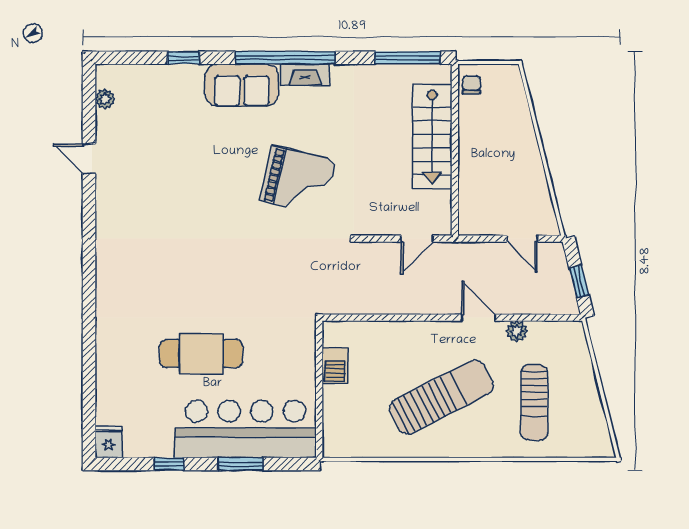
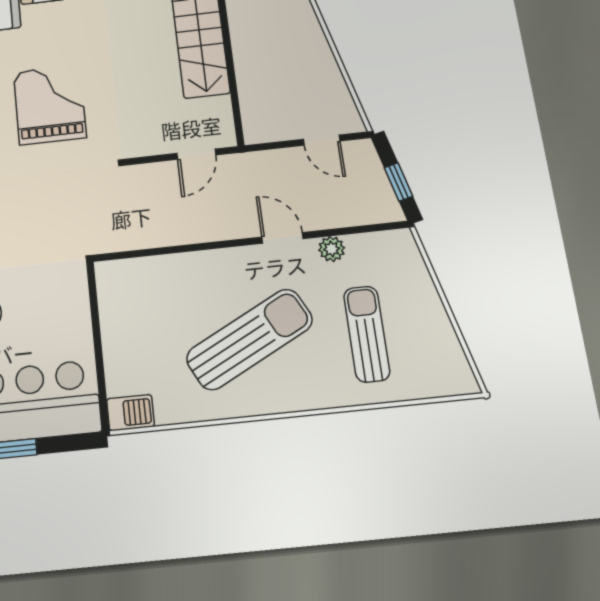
grand piano: (298, 180) -> (50, 105), turned -103
barbecue: (335, 365) -> (130, 413), moved, turned -90
sun lounger: (534, 403) -> (367, 334), turned 180

